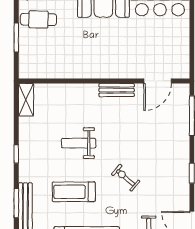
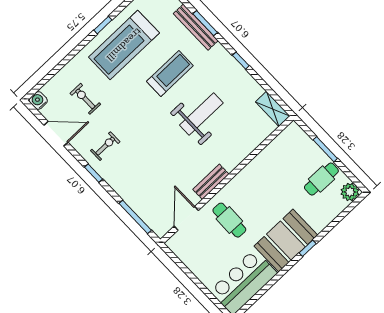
cafe table: (129, 52) -> (229, 220), added
weight bench: (79, 143) -> (201, 114), width x1.36, depth x1.33
exercise bike: (126, 178) -> (105, 146), moved, turned -41

